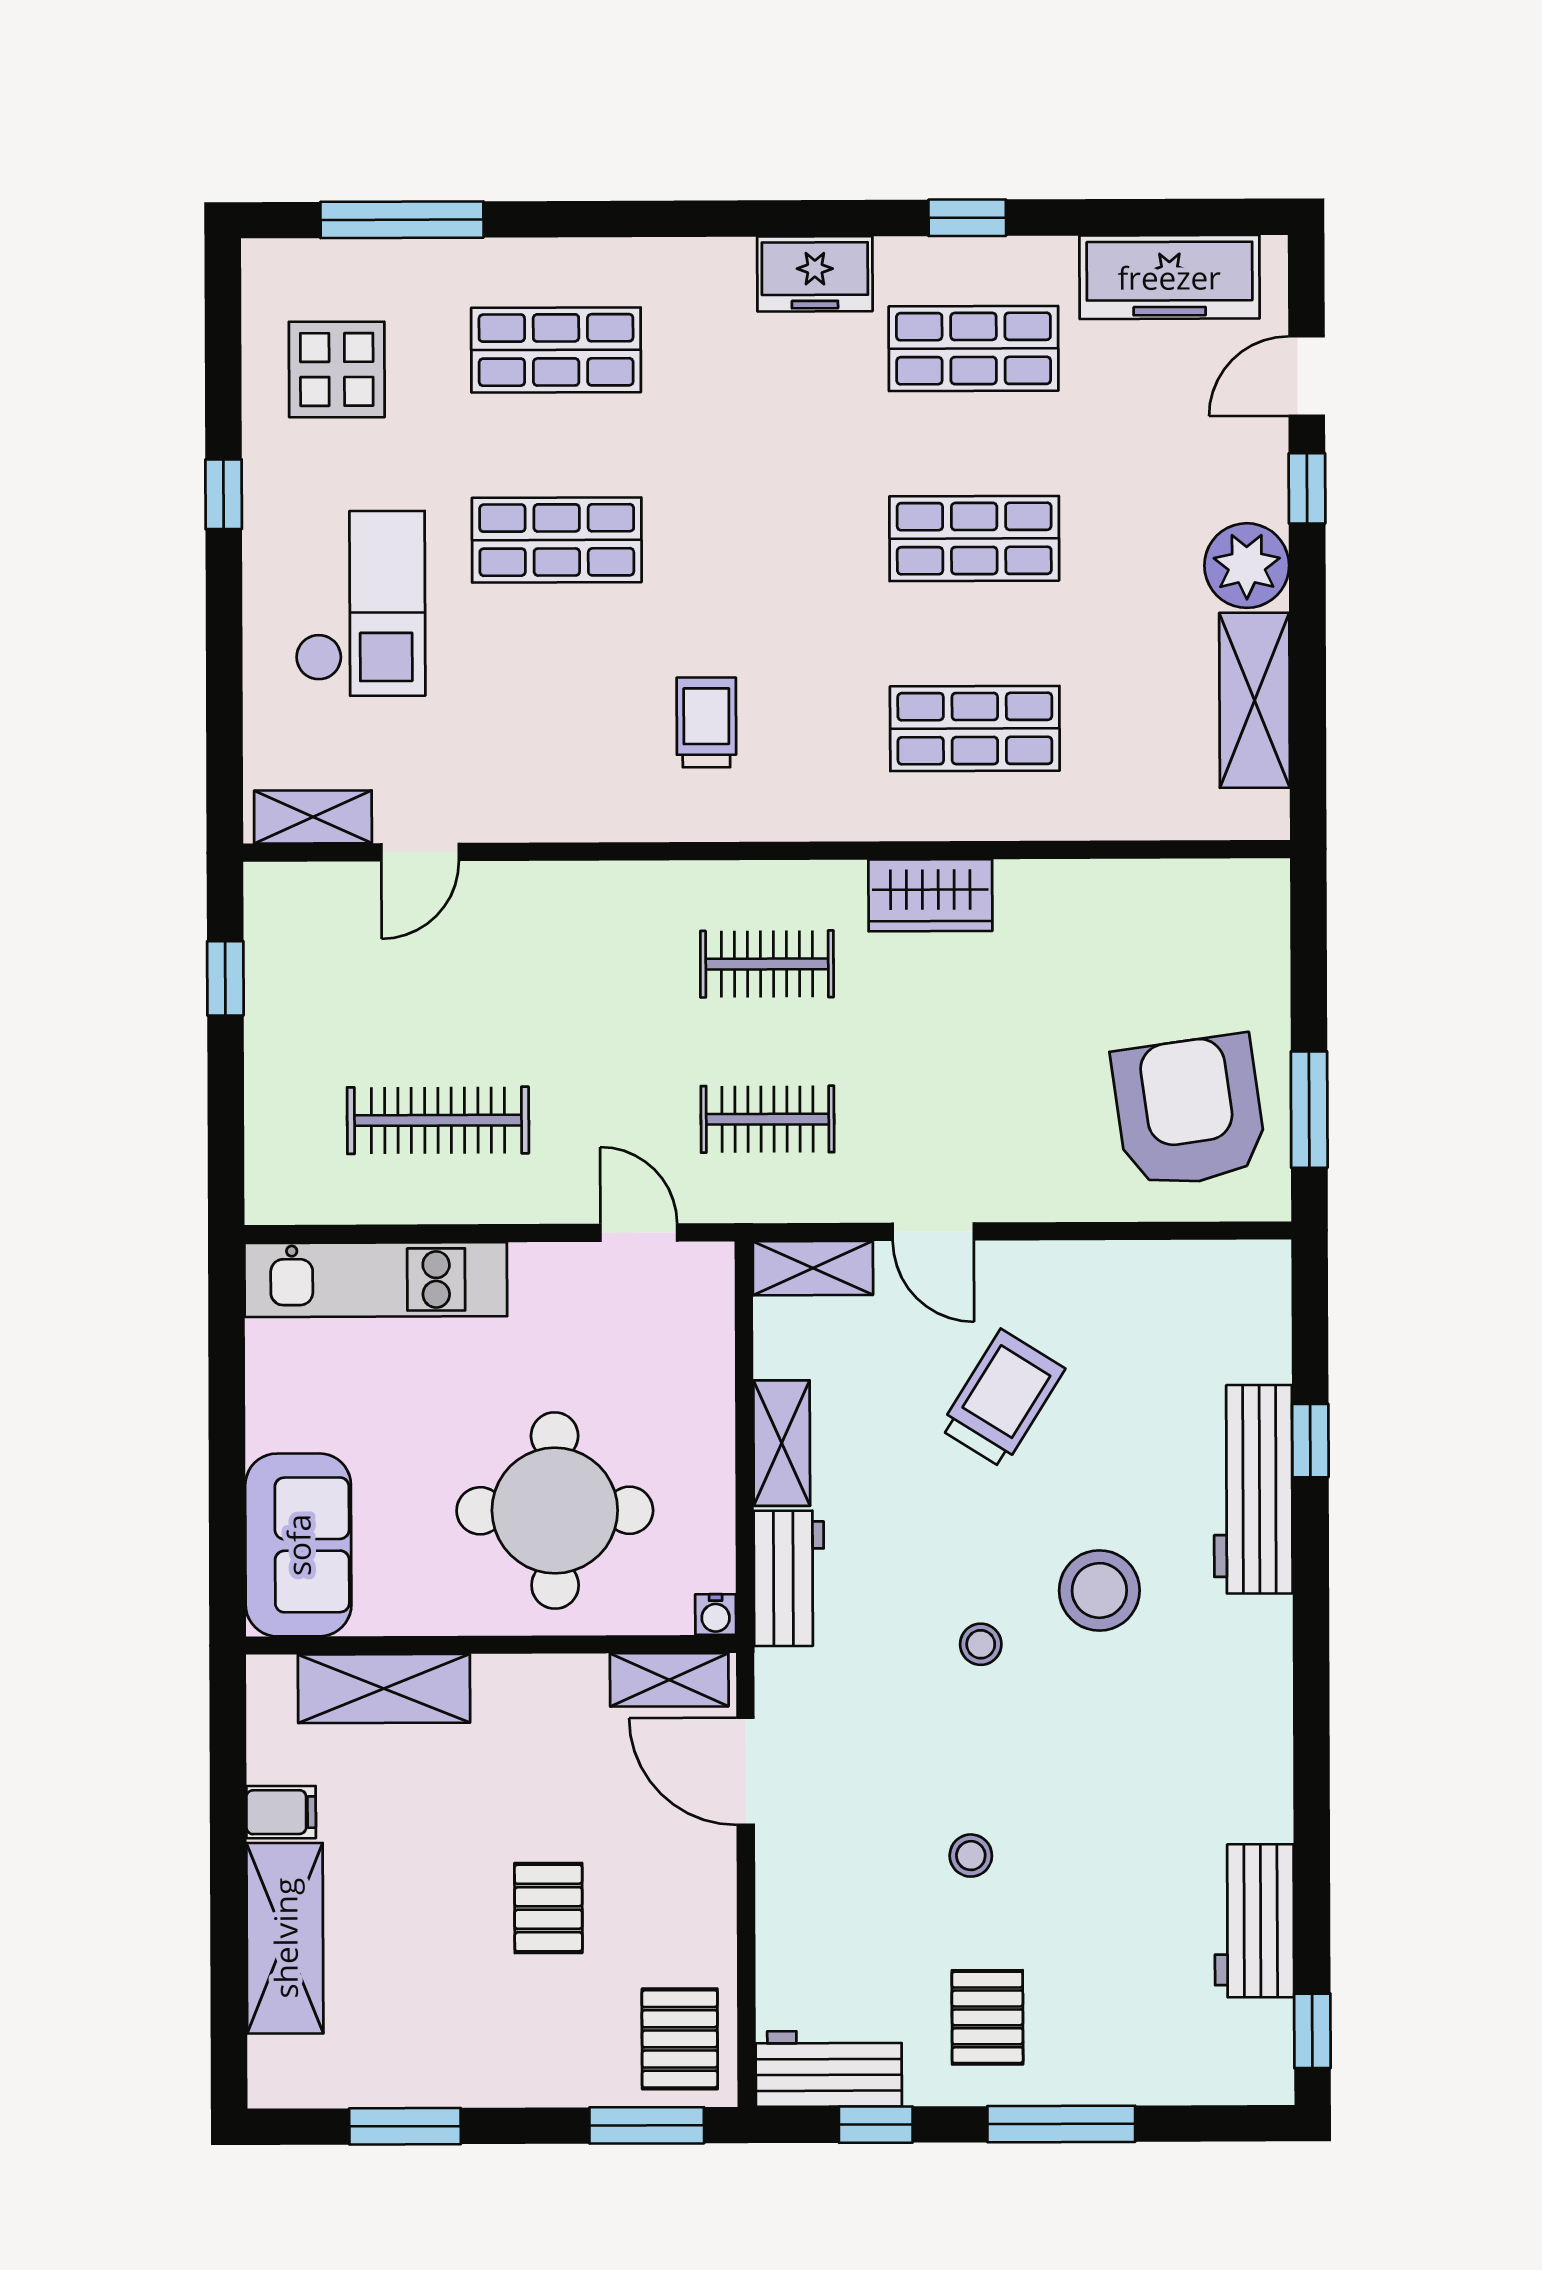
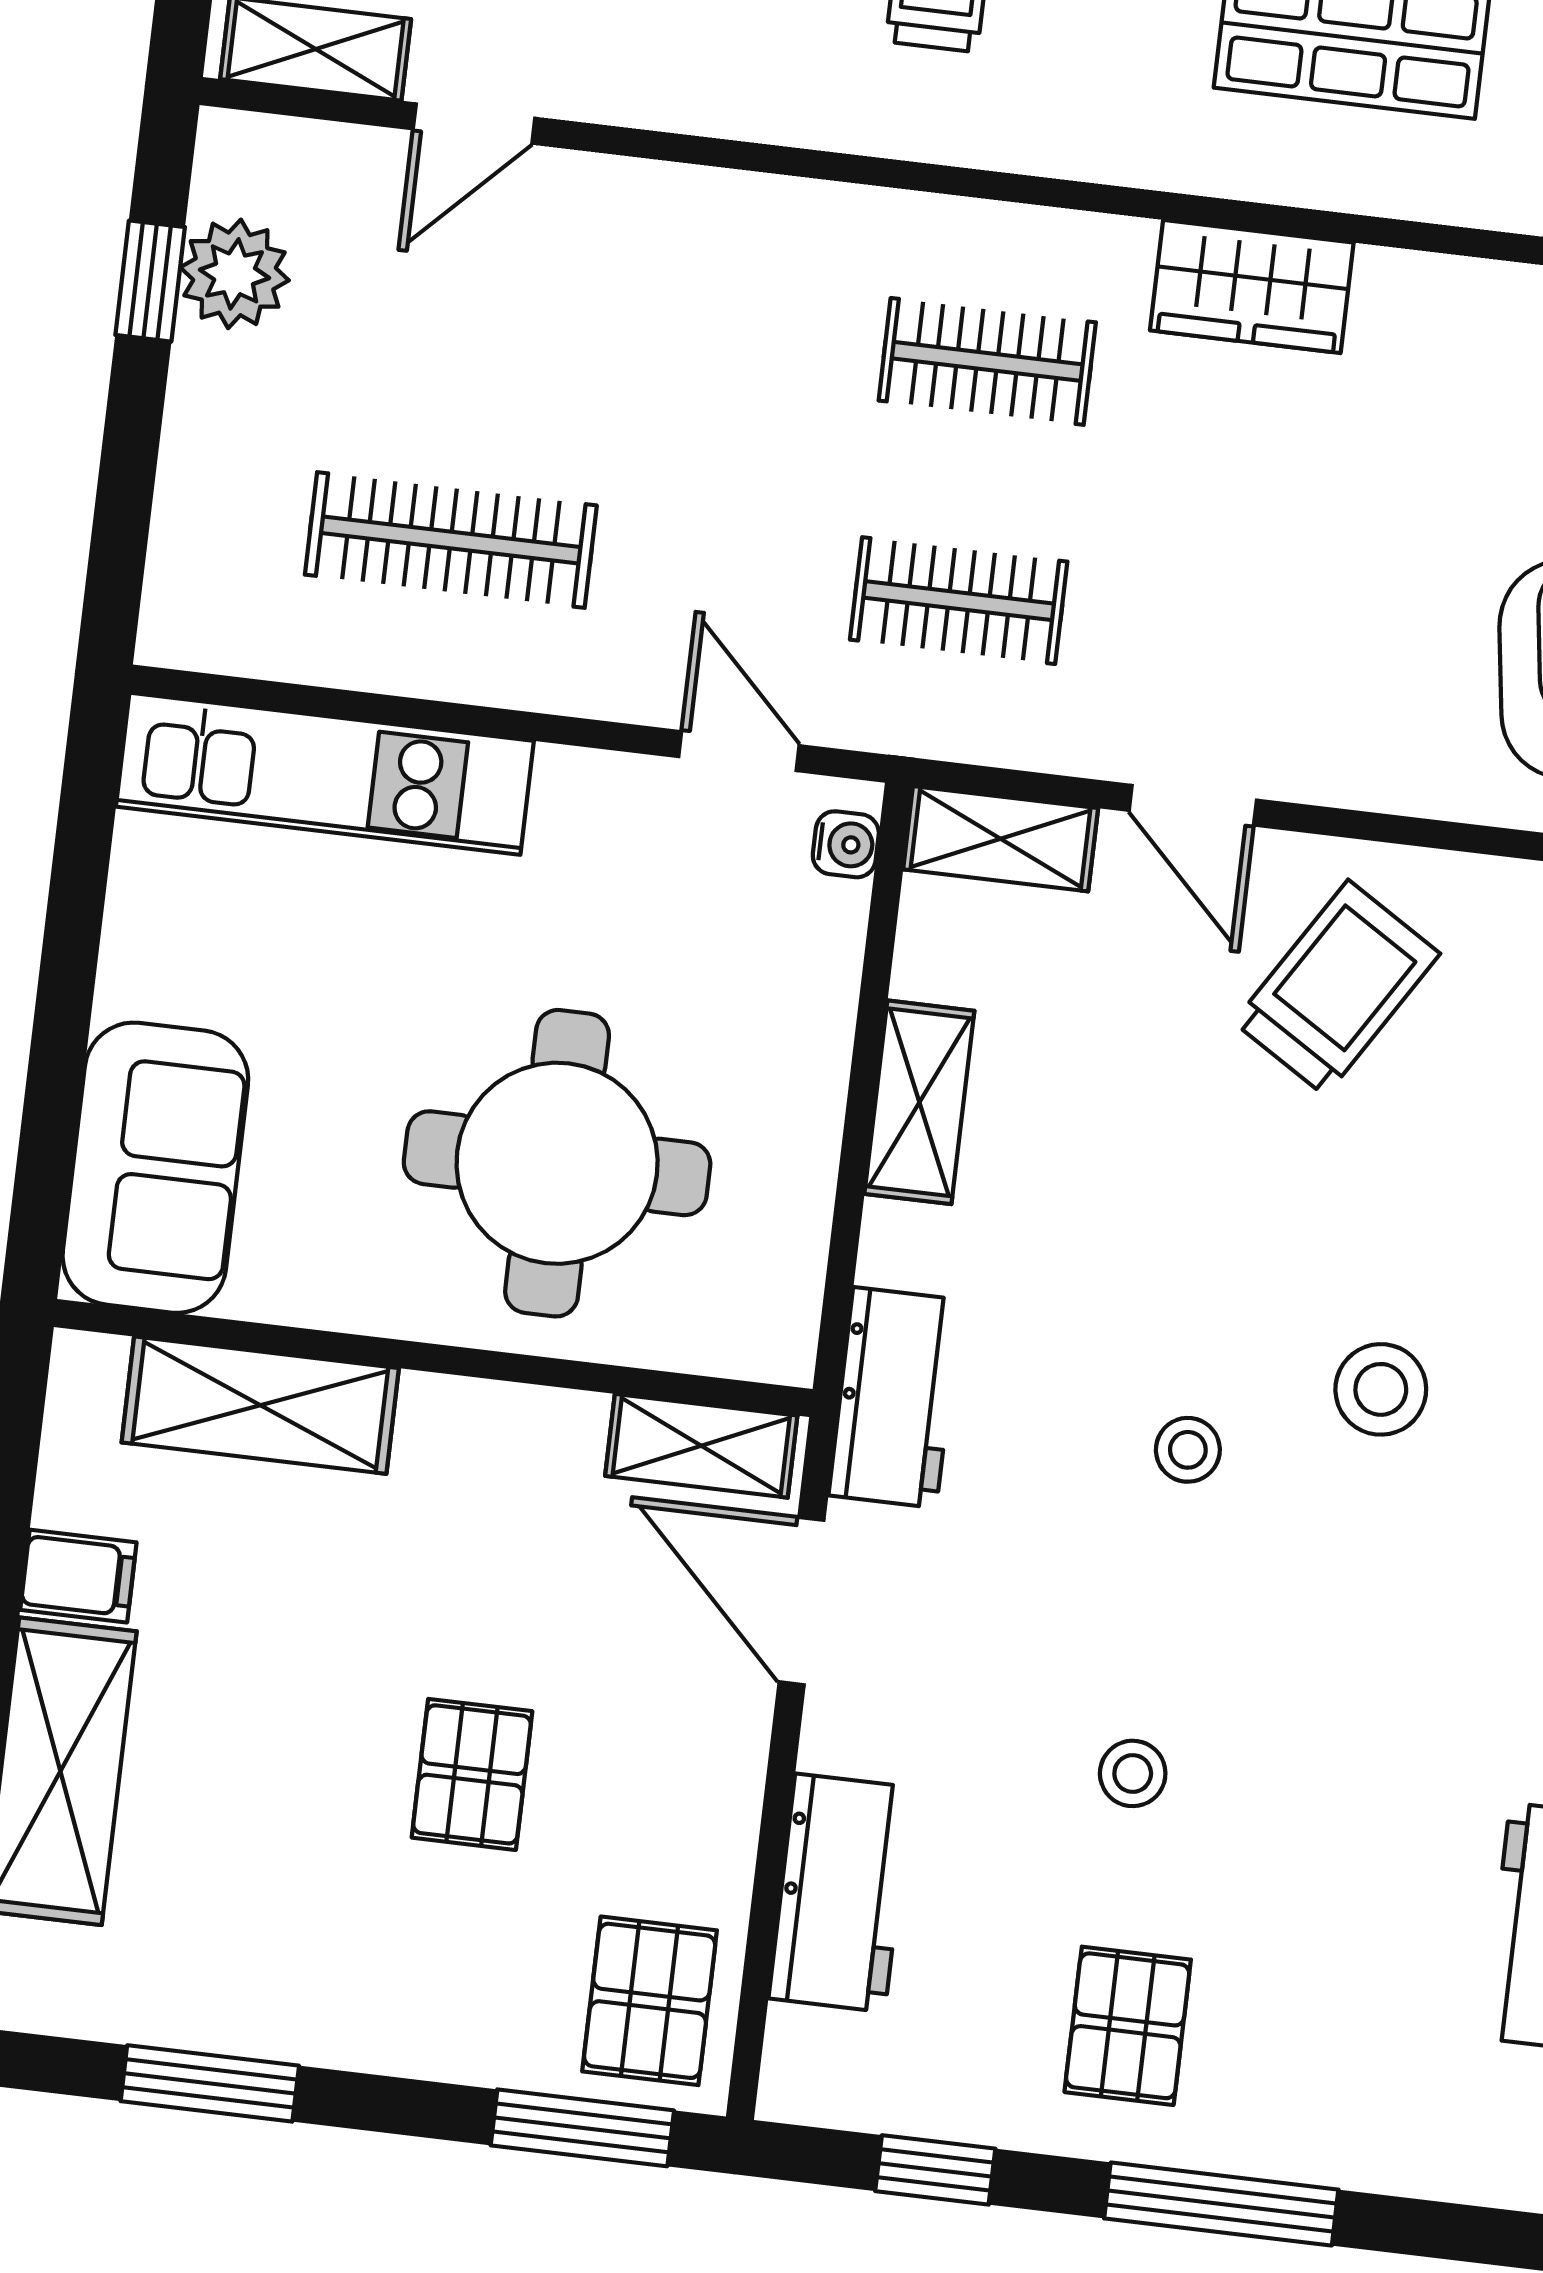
plant: (279, 967) -> (235, 274), added
trolley: (1002, 1399) -> (1337, 988), moved
workbench: (789, 1578) -> (895, 1398), moved
stool: (1099, 1590) -> (1381, 1389), width x0.73, depth x0.73
water cooler: (716, 1615) -> (846, 844), moved, turned -90
workbench: (829, 2069) -> (840, 1893), moved, turned 90

